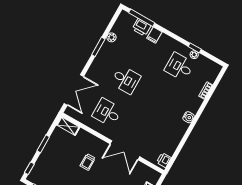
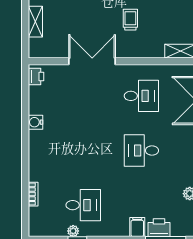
water cooler: (189, 117) -> (36, 122), moved

